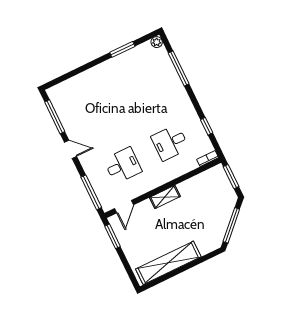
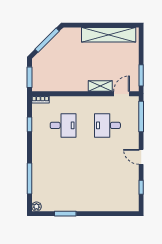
window: (55, 117) -> (141, 187), width x0.46
shelving: (165, 197) -> (100, 86), moved

